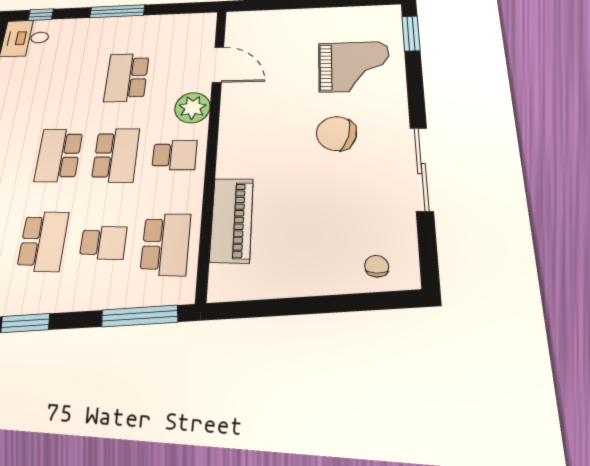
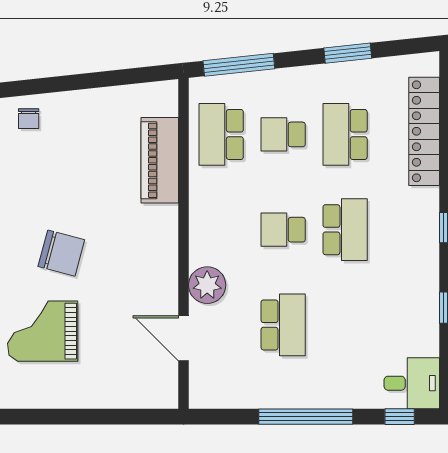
window: (117, 11) -> (306, 417), width x1.46
school desk: (116, 155) -> (283, 230), width x0.54
school desk: (174, 155) -> (221, 230), removed

